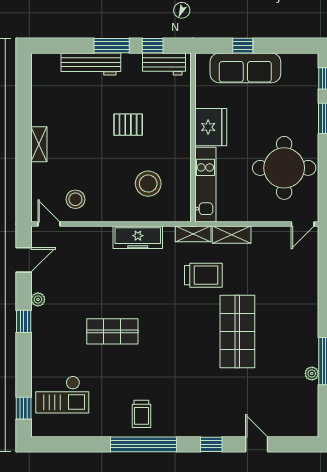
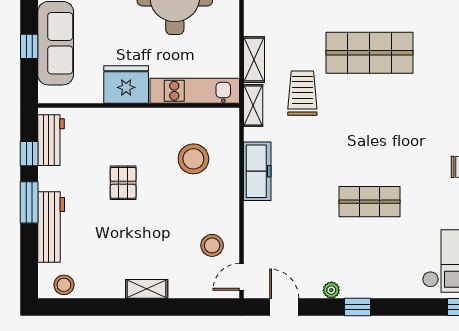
stool: (42, 75) -> (64, 285), added
shop shelf: (112, 331) -> (369, 202), turned 90

